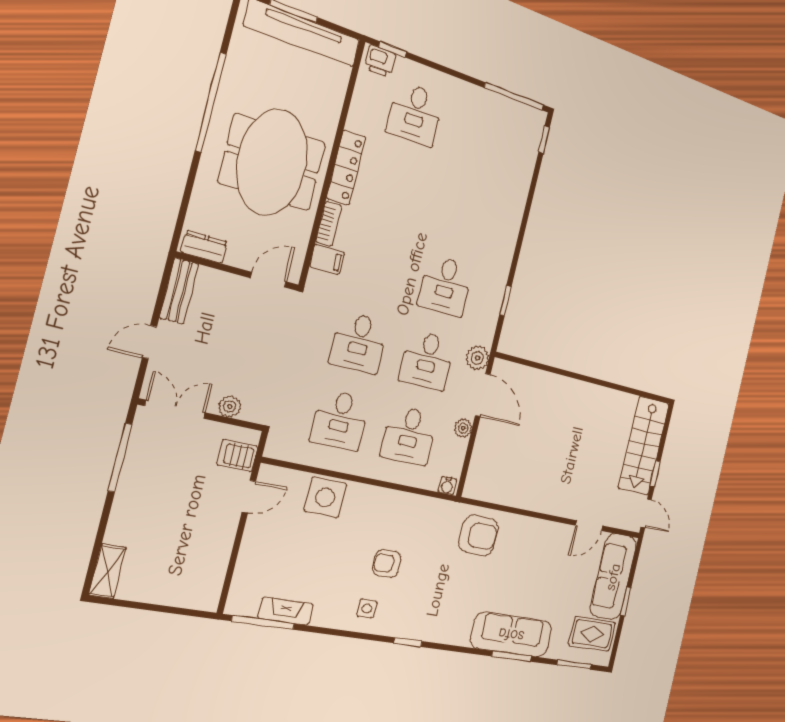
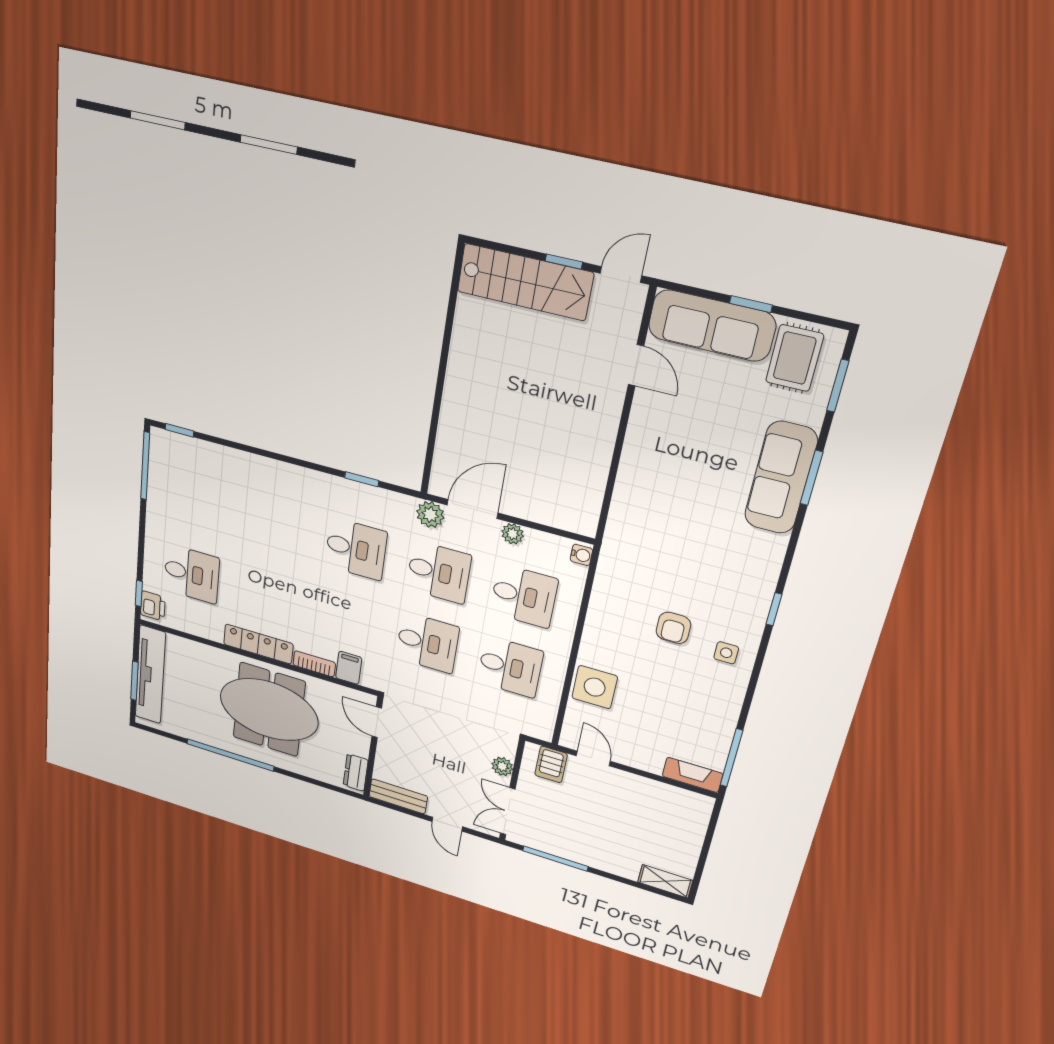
armchair: (478, 535) -> (644, 519), removed
fireplace: (286, 611) -> (692, 775), moved, turned 90

